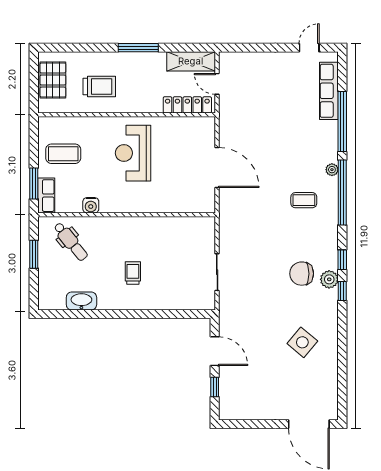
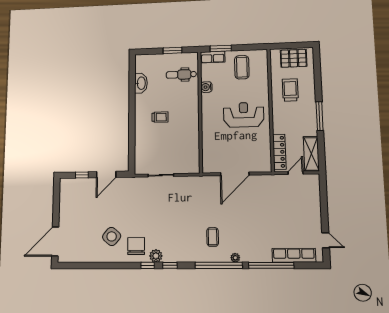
trolley: (99, 87) -> (290, 90), turned 180
dental chair: (71, 242) -> (181, 75), turned 39
chair: (302, 274) -> (136, 246), moved

